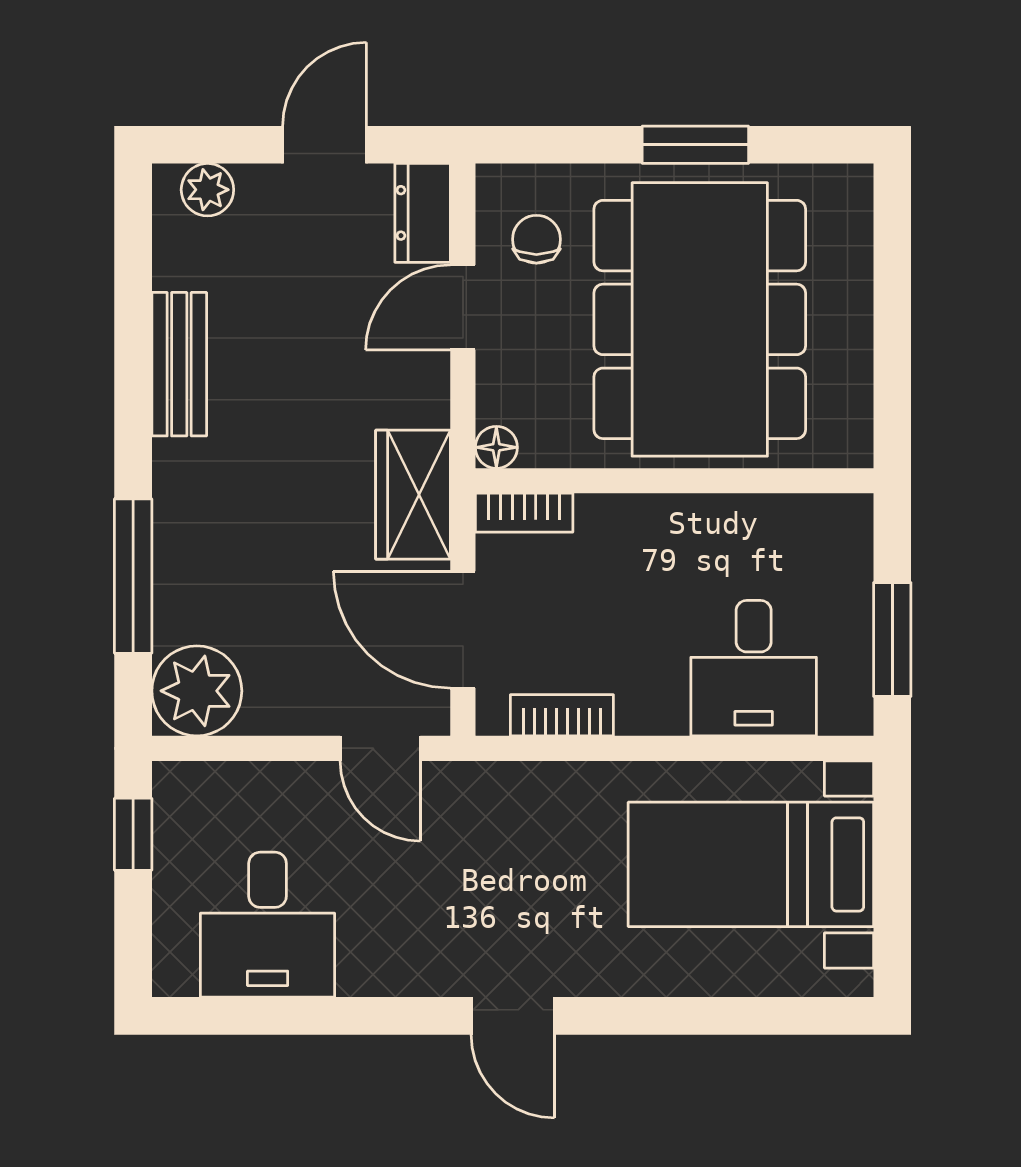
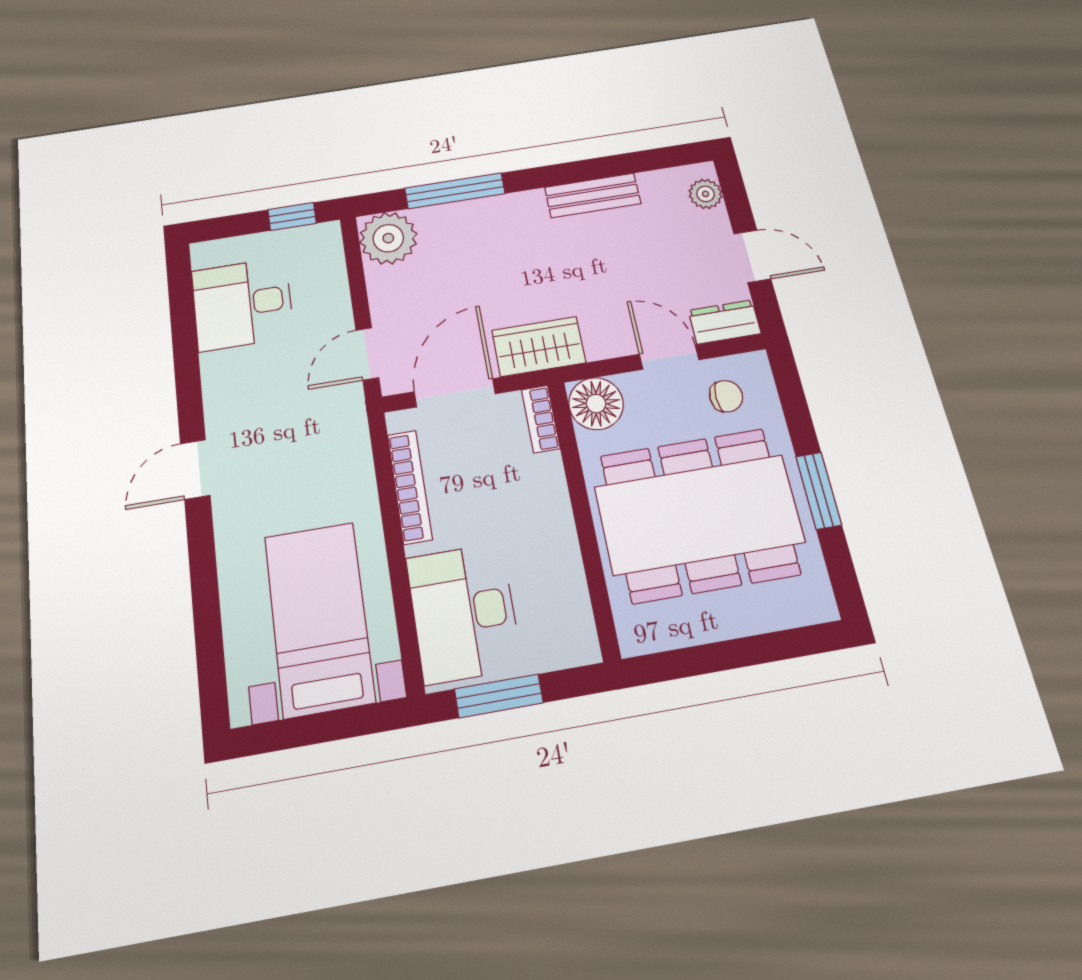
floor lamp: (496, 447) -> (596, 404), width x1.89, depth x1.89
desk: (754, 668) -> (464, 613), width x1.37
bookcase: (562, 715) -> (410, 487), width x1.56

